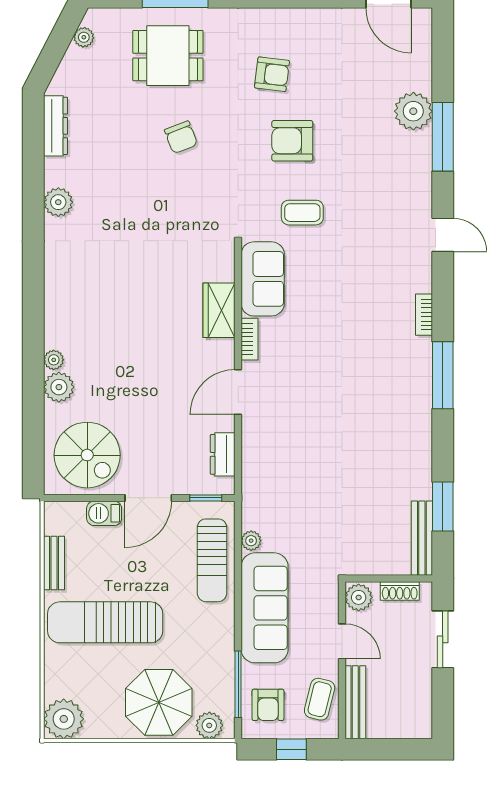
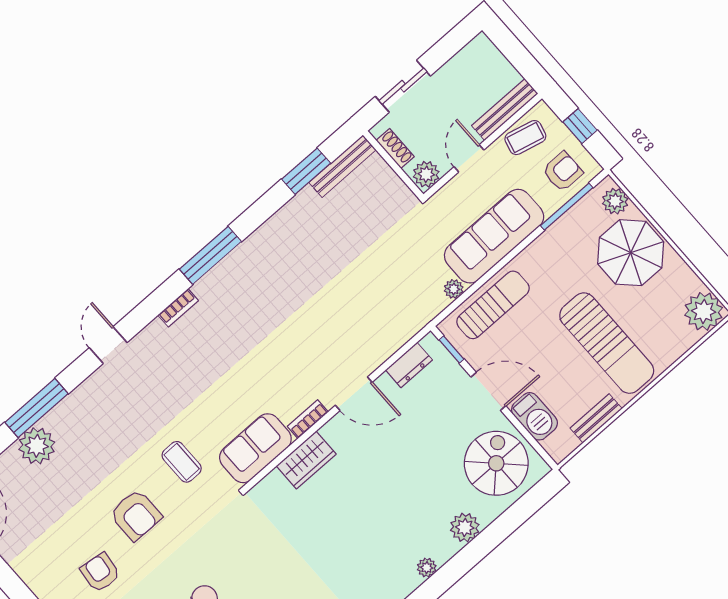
plant: (54, 360) -> (427, 568), moved
barbecue: (104, 513) -> (534, 416), width x1.38, depth x1.27

